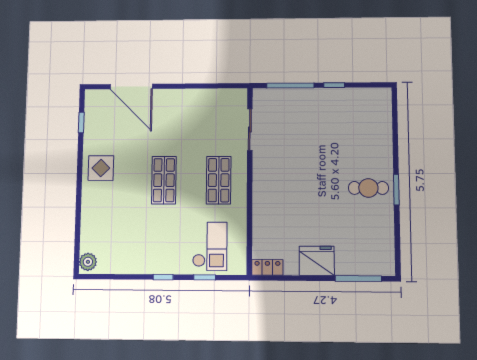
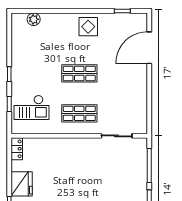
plant: (88, 262) -> (34, 19), moved

